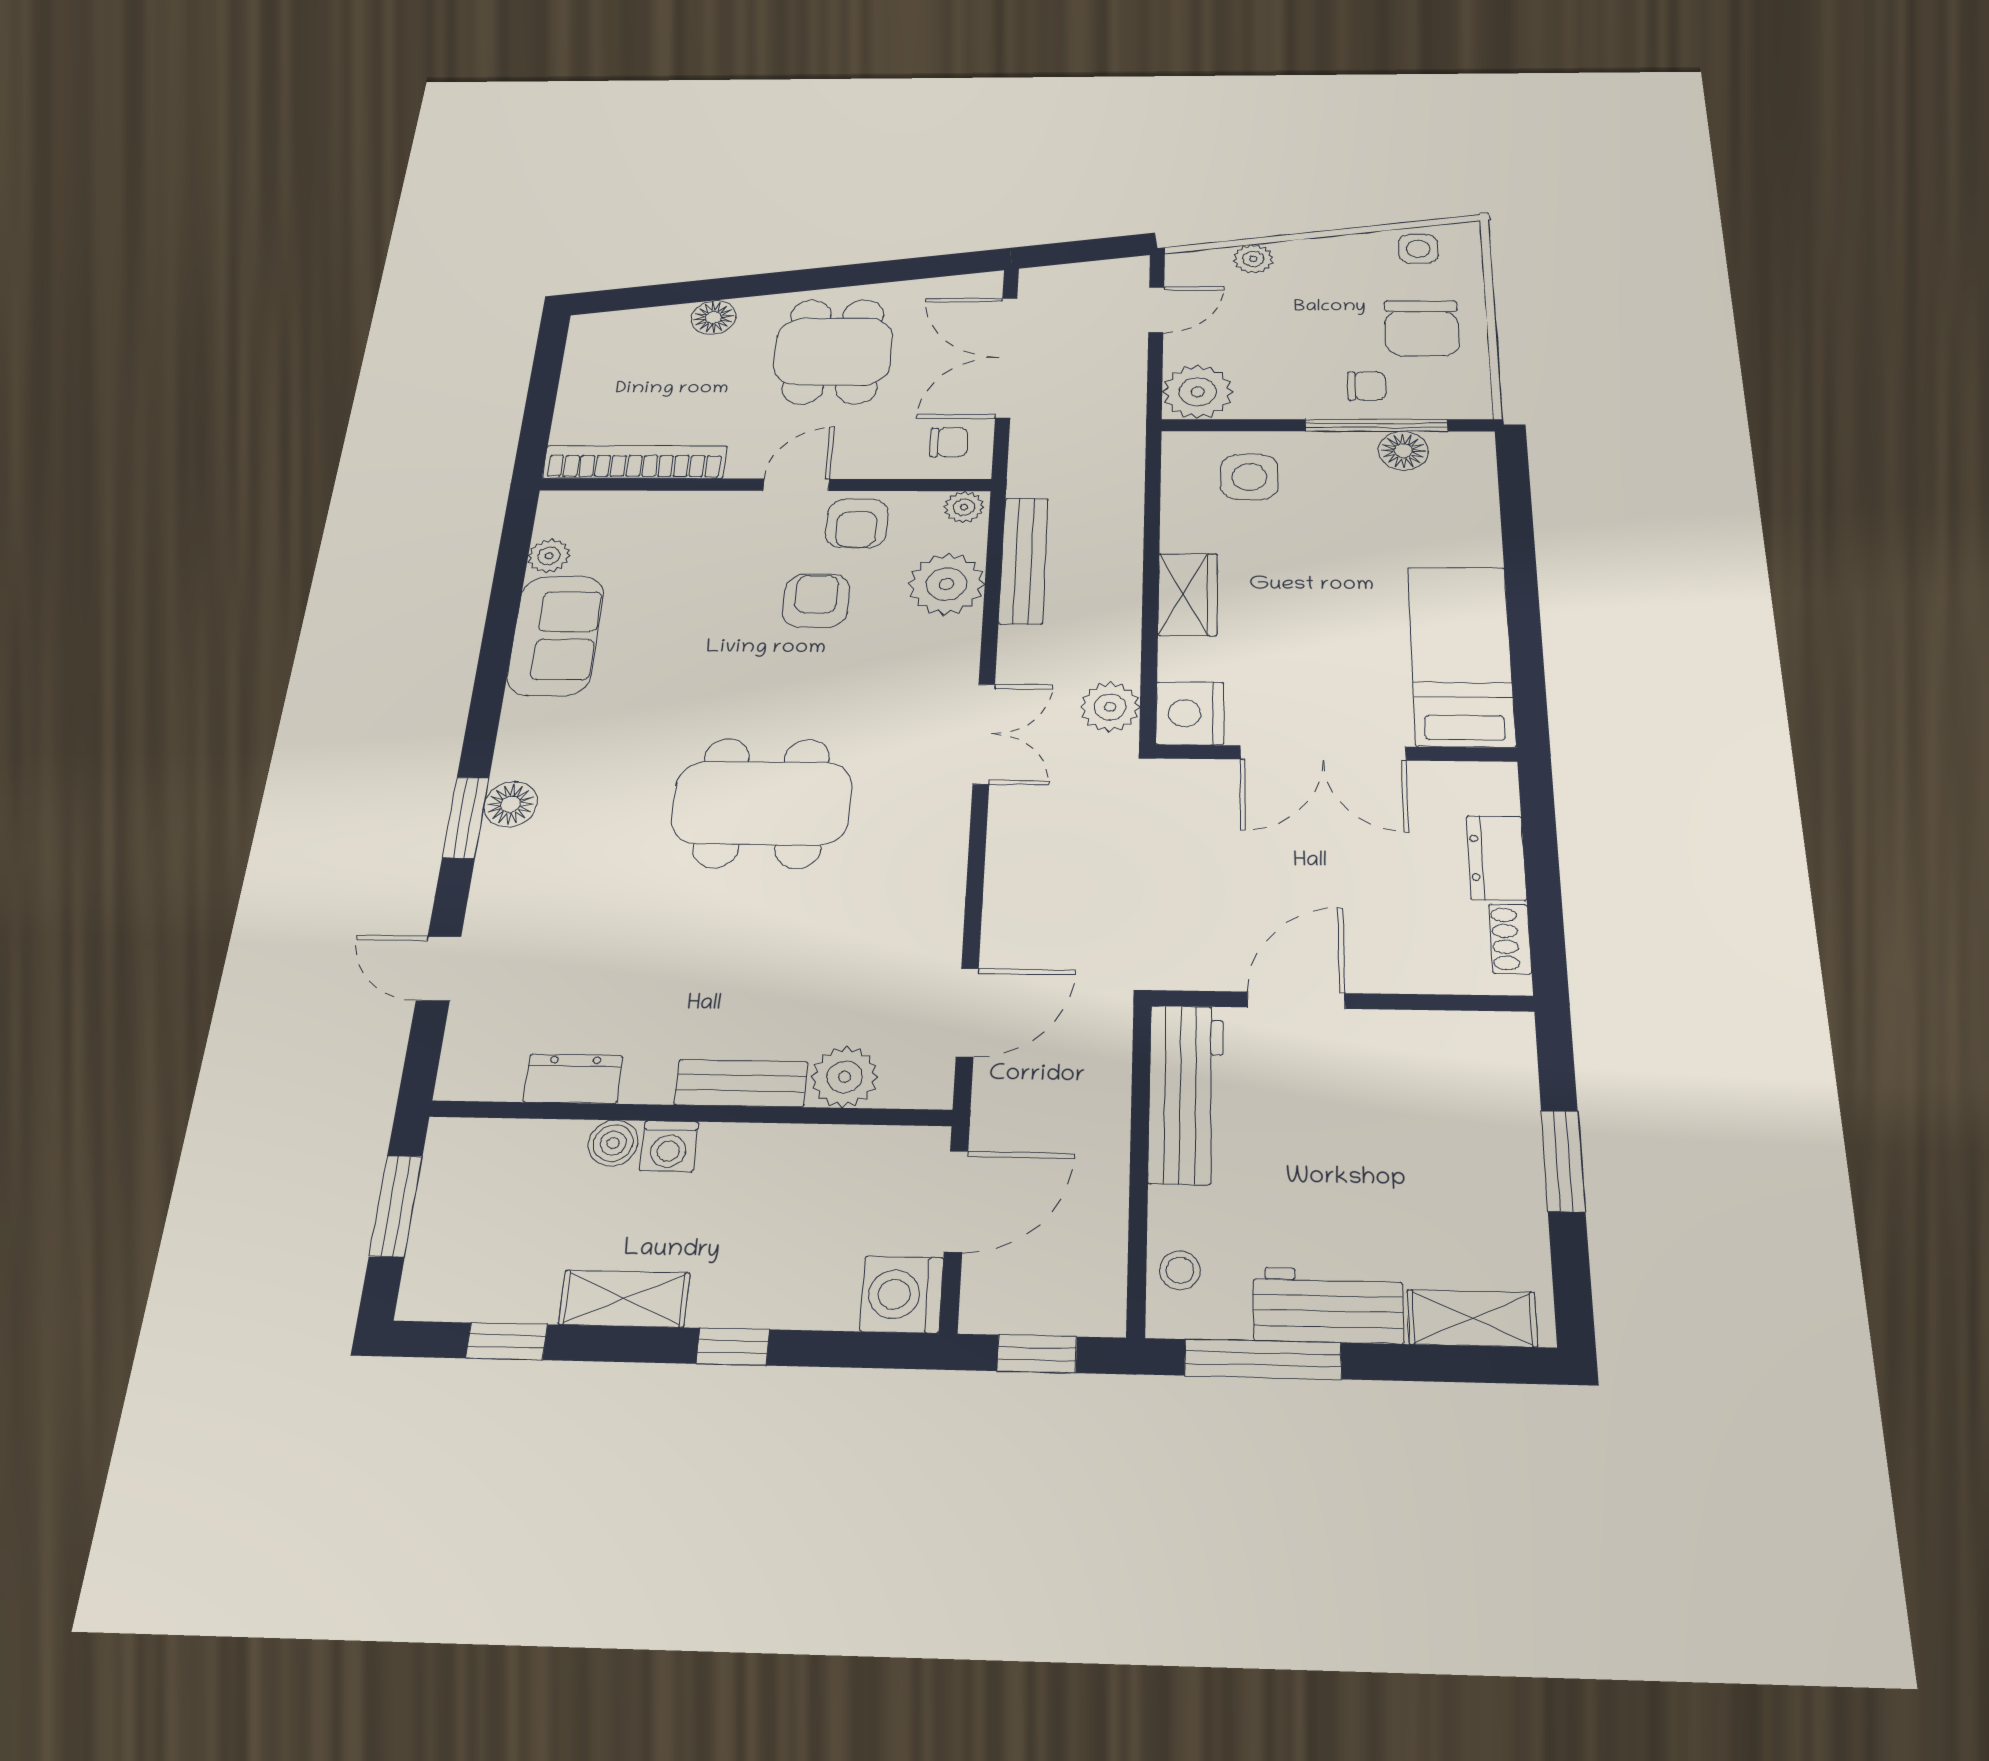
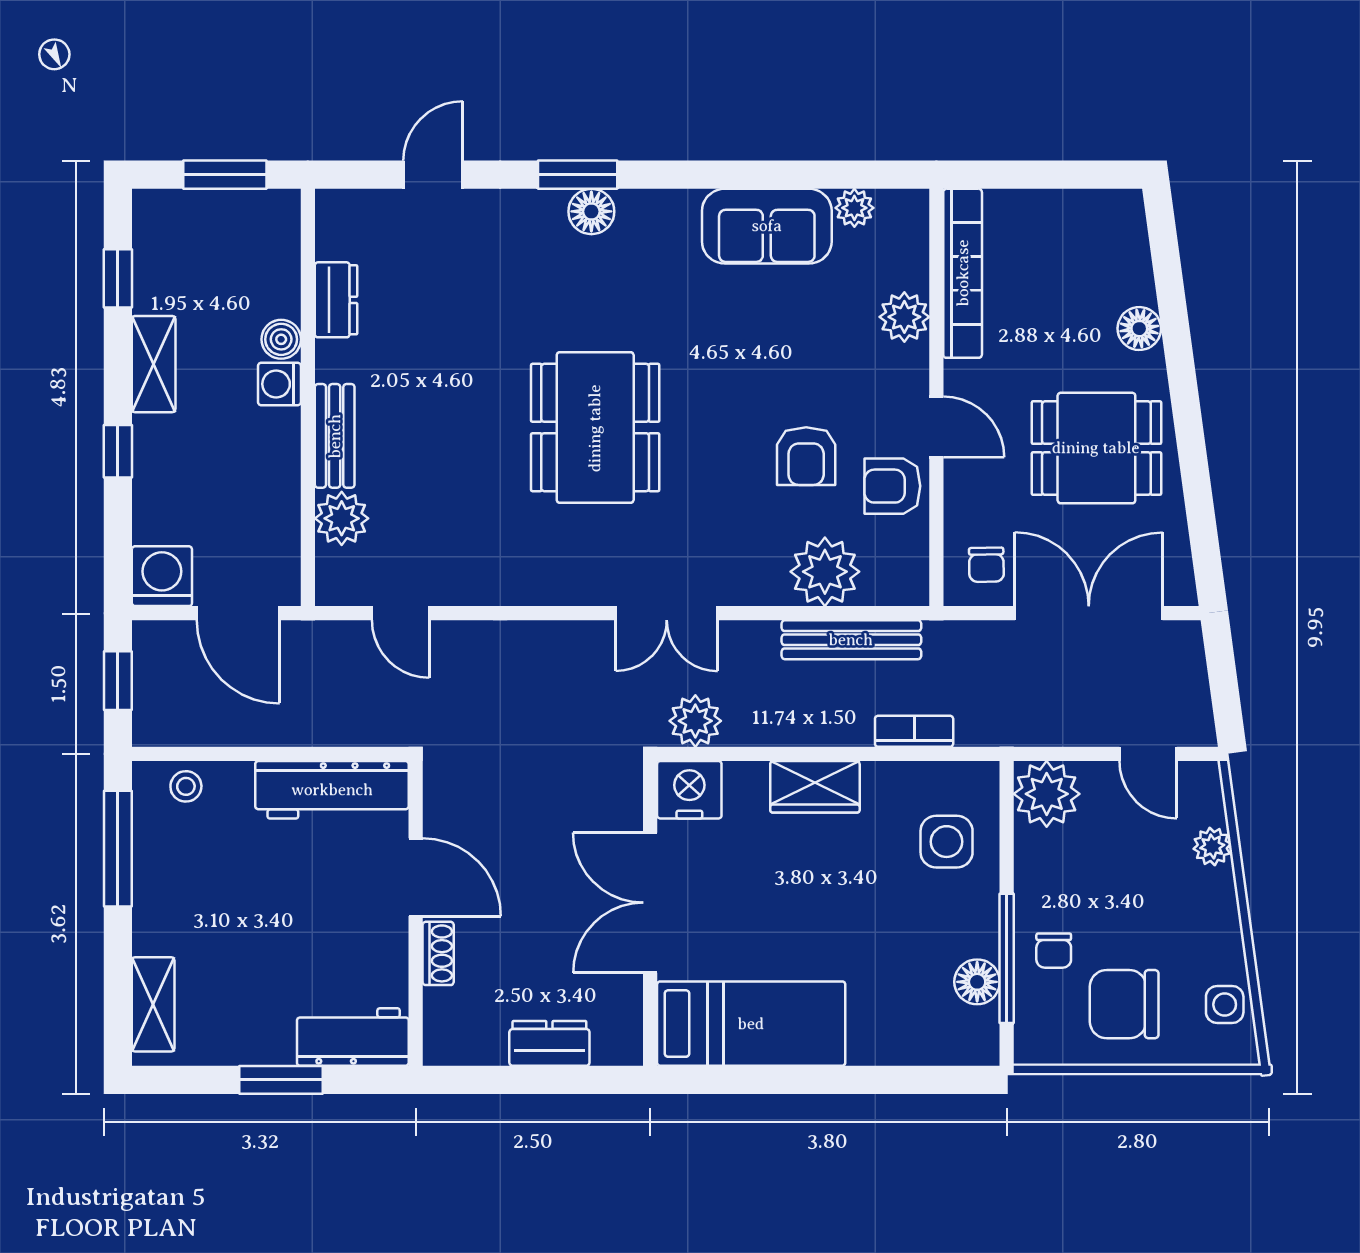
bookcase: (1127, 505) -> (914, 731), added
plant: (964, 507) -> (904, 317), moved, width x1.38, depth x1.38
armchair: (816, 601) -> (806, 456), turned 90
shoe rack: (1510, 939) -> (438, 953), moved, turned 90
door: (967, 1012) -> (400, 613), width x0.73
workbench: (1328, 1305) -> (353, 1037), moved, turned -90

